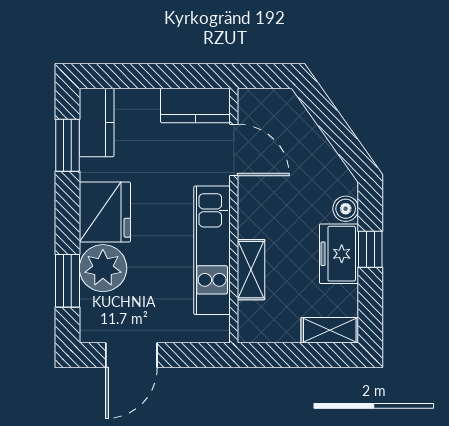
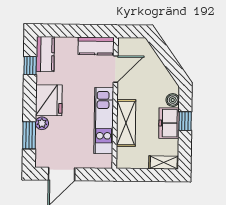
window: (67, 145) -> (30, 66), width x0.67
door: (234, 150) -> (116, 69), hinge flipped
plant: (103, 268) -> (42, 123), width x0.53, depth x0.53
shelving: (251, 270) -> (126, 123), width x1.50, depth x1.33

